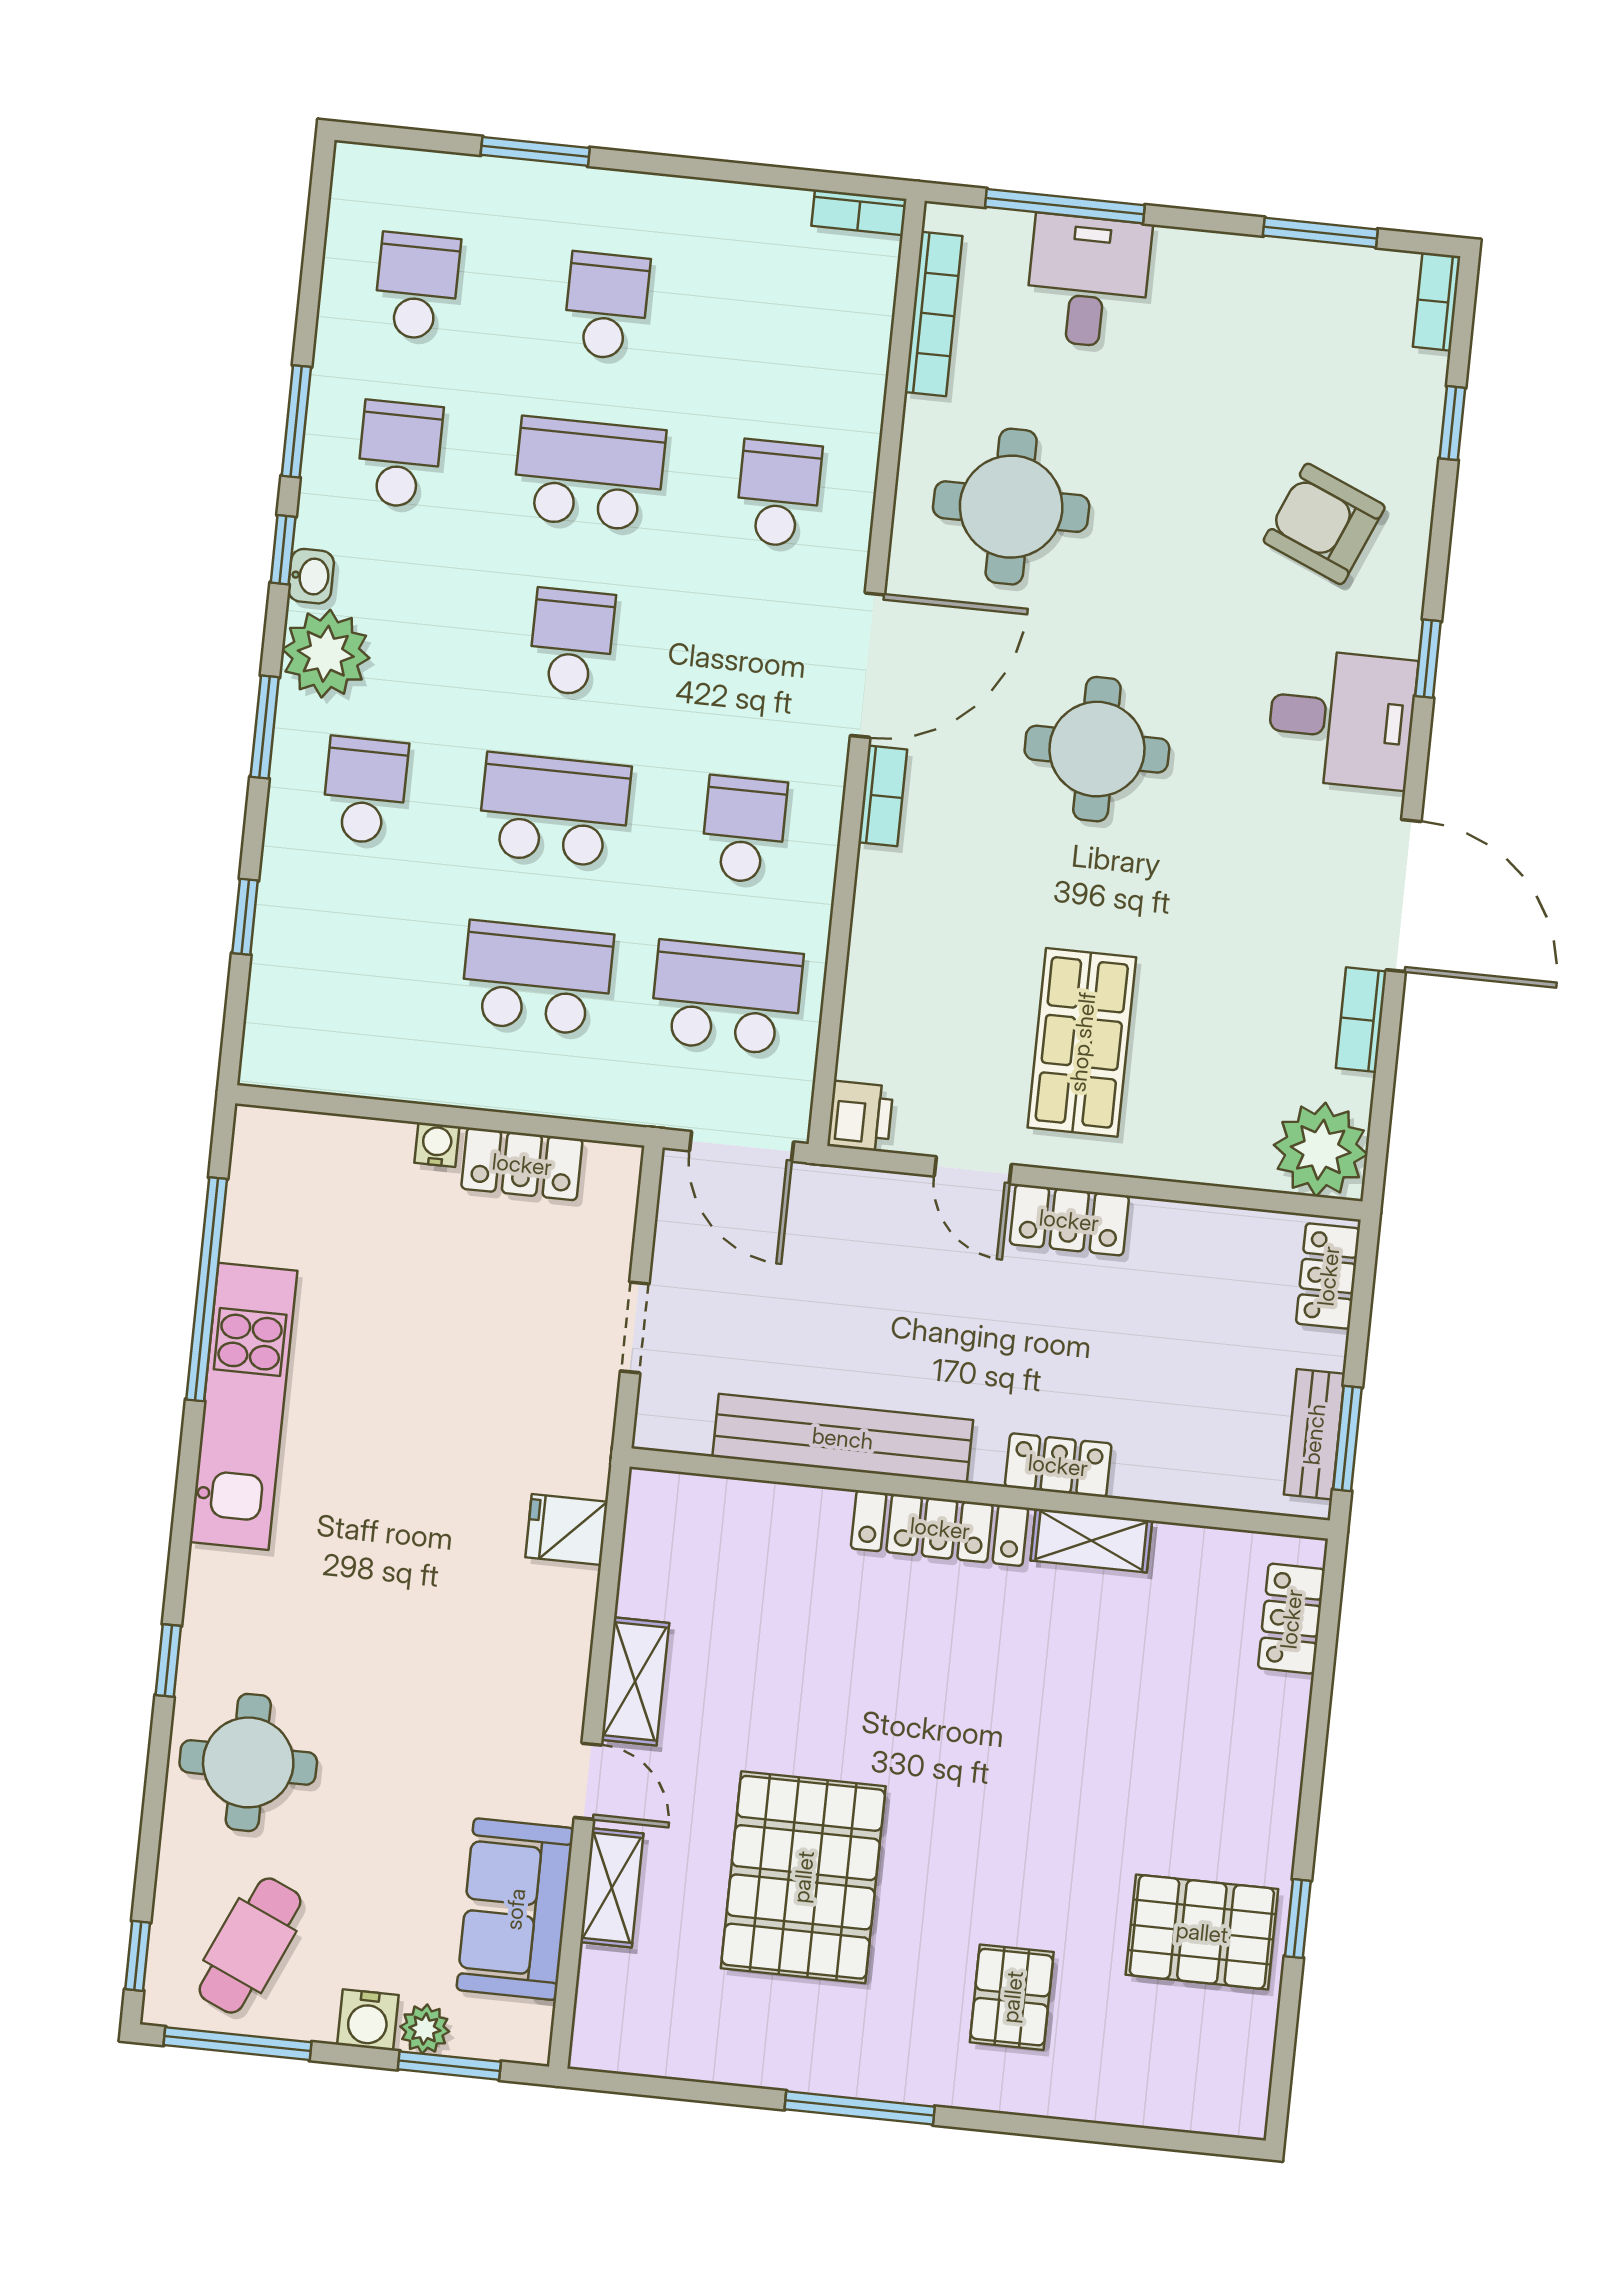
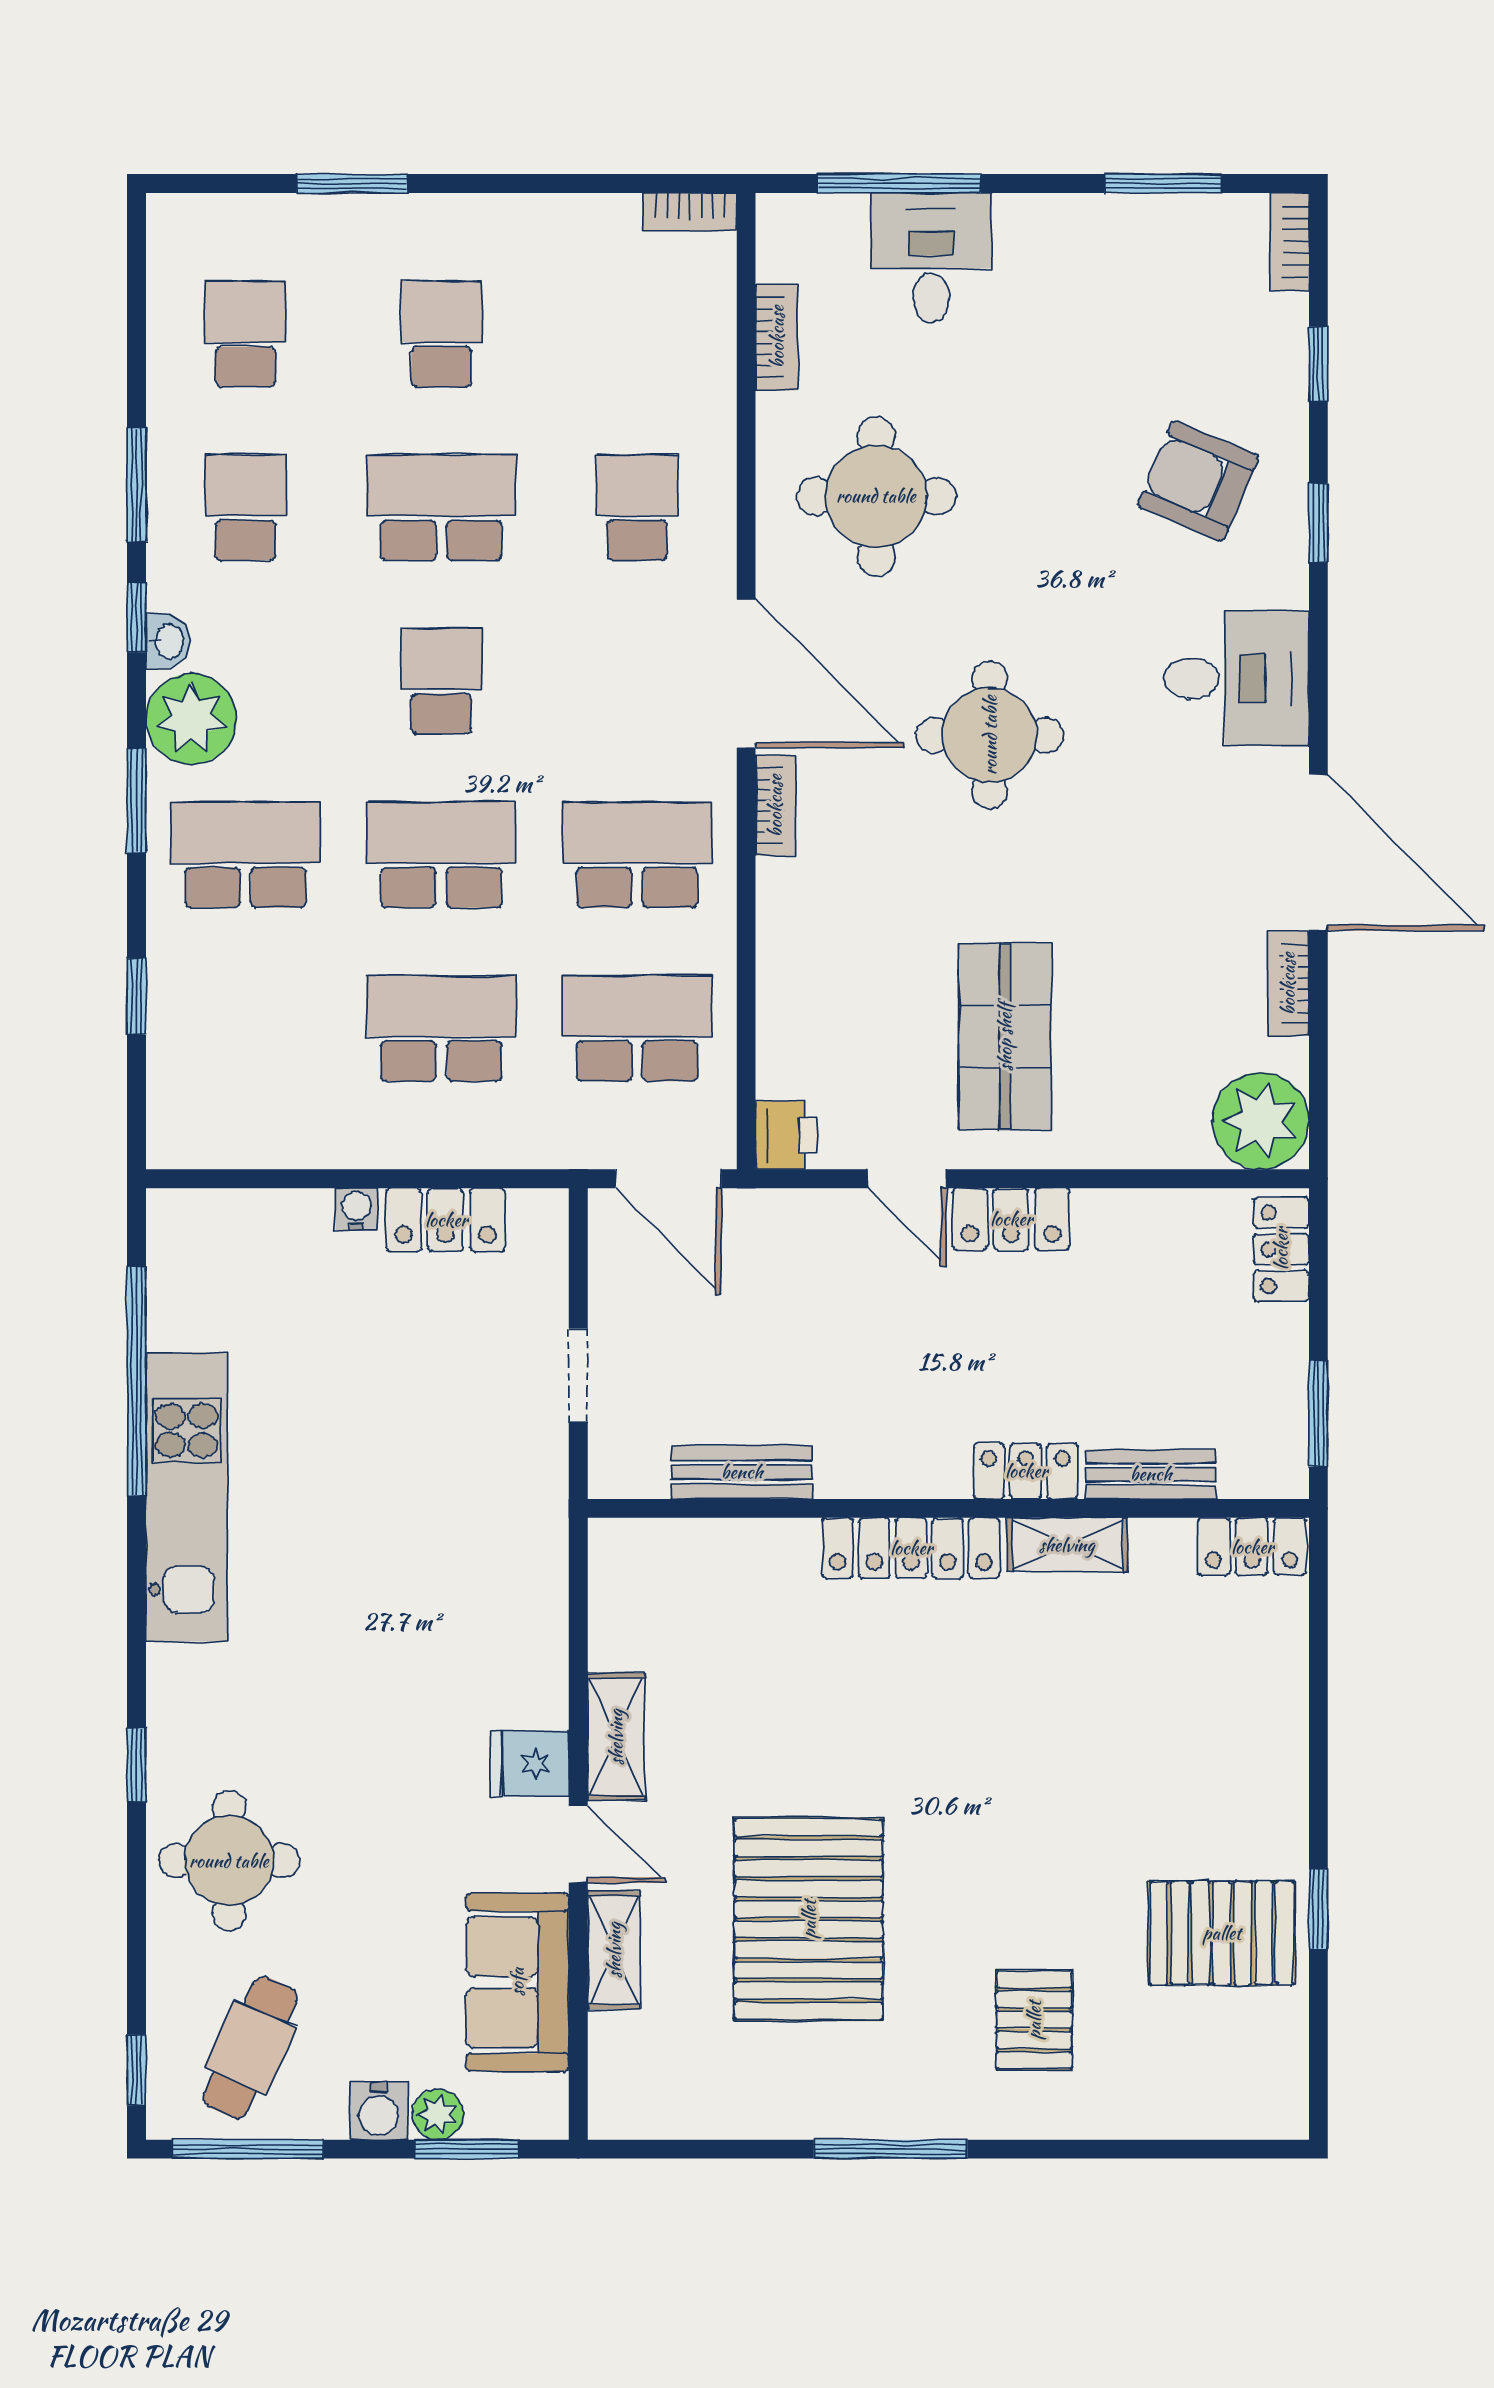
bookcase: (934, 314) -> (777, 337), width x0.64
window: (1428, 659) -> (1318, 523), moved
door: (867, 665) -> (746, 674), hinge flipped
school desk: (365, 790) -> (246, 855), width x1.85
school desk: (744, 830) -> (637, 855), width x1.85
bench: (1314, 1434) -> (1151, 1474), moved, turned 90
bench: (843, 1438) -> (742, 1472), width x0.54, depth x0.82
fridge: (566, 1530) -> (530, 1763), moved
locker: (1291, 1619) -> (1252, 1547), moved, turned -90

